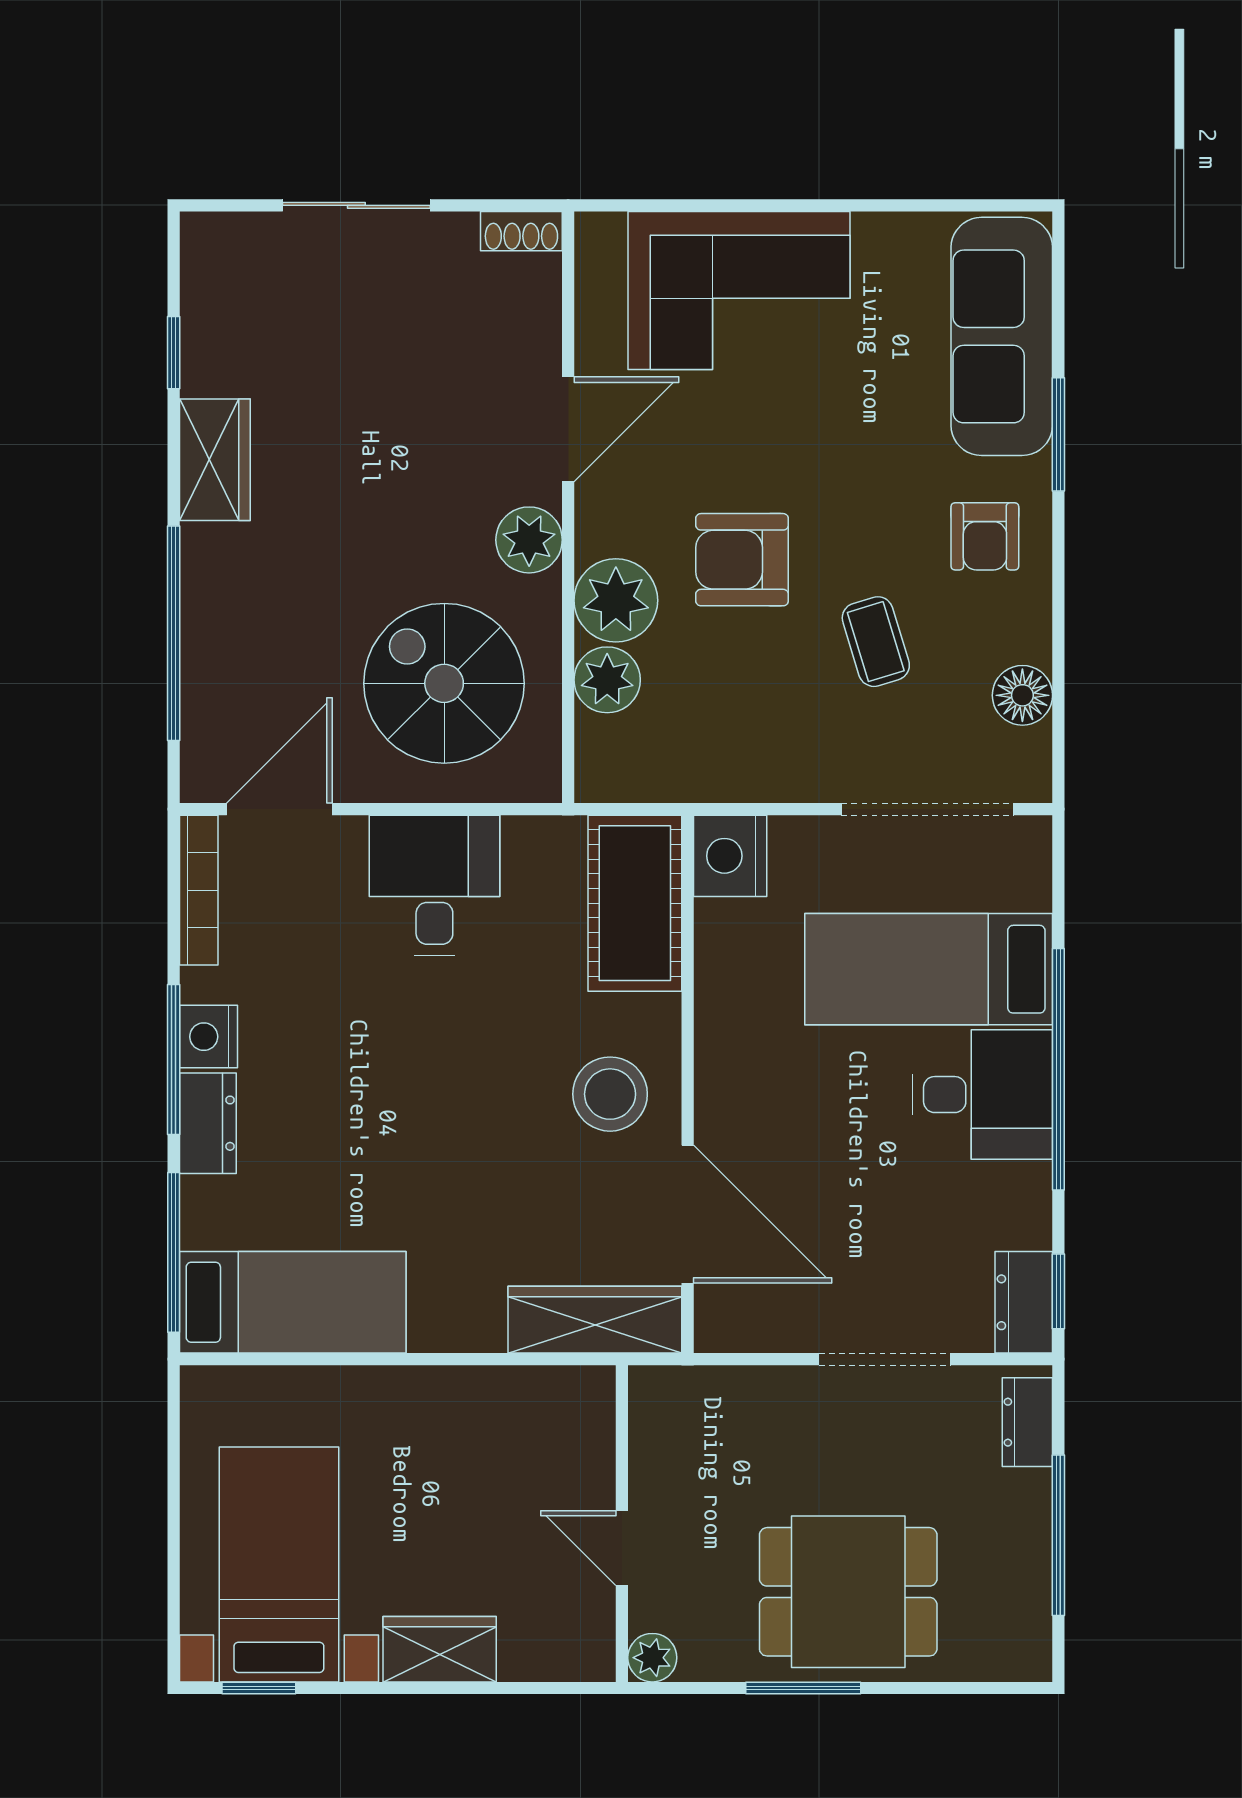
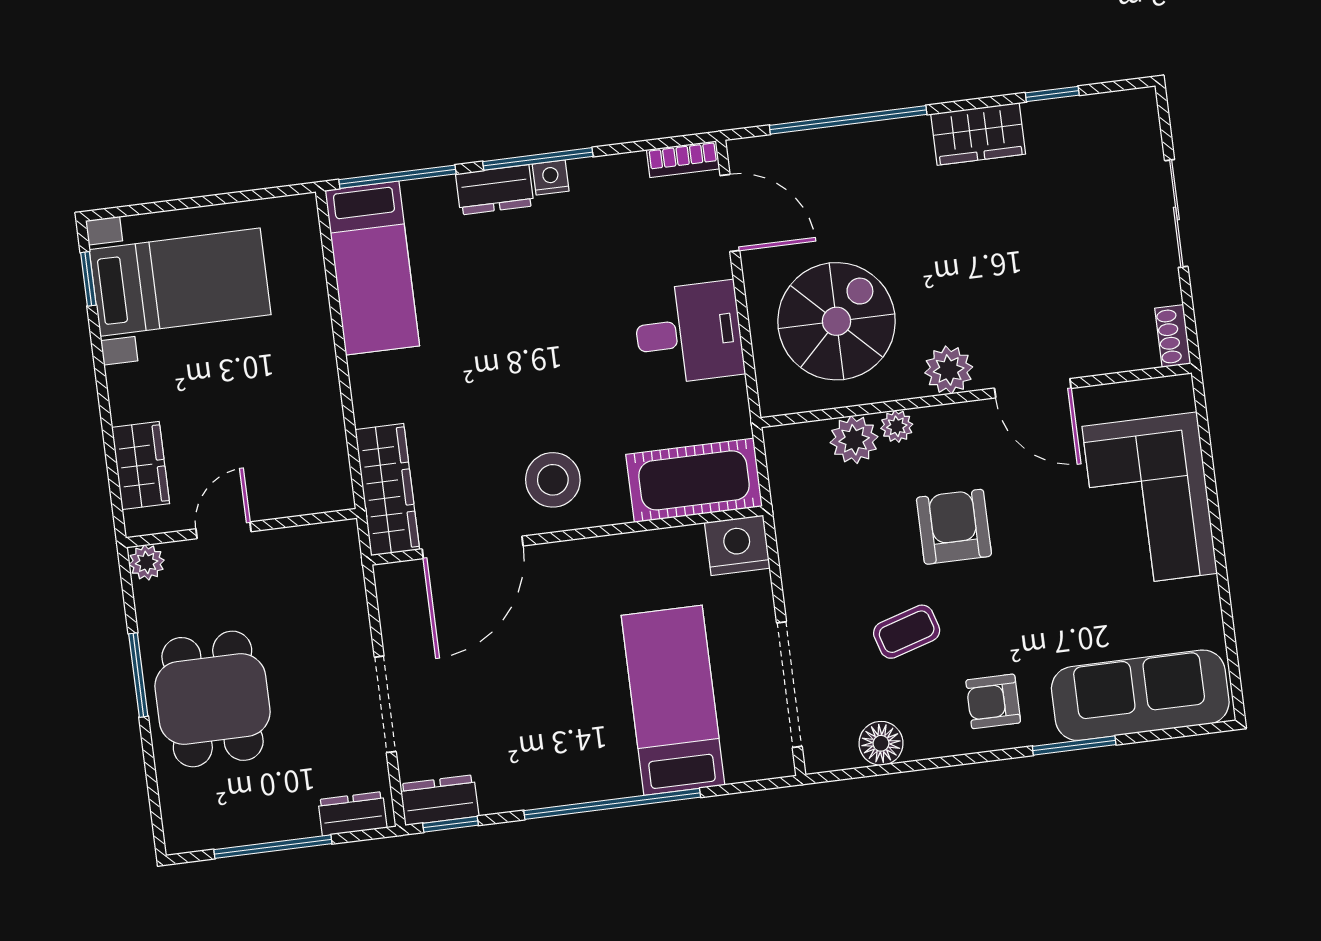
plant: (616, 600) -> (897, 426), width x0.53, depth x0.53
bookcase: (199, 890) -> (683, 159), width x0.64
nightstand: (208, 1037) -> (551, 178), width x0.72, depth x0.74
desk: (982, 1095) -> (587, 751), removed
wardrobe: (440, 1649) -> (141, 466), moved

